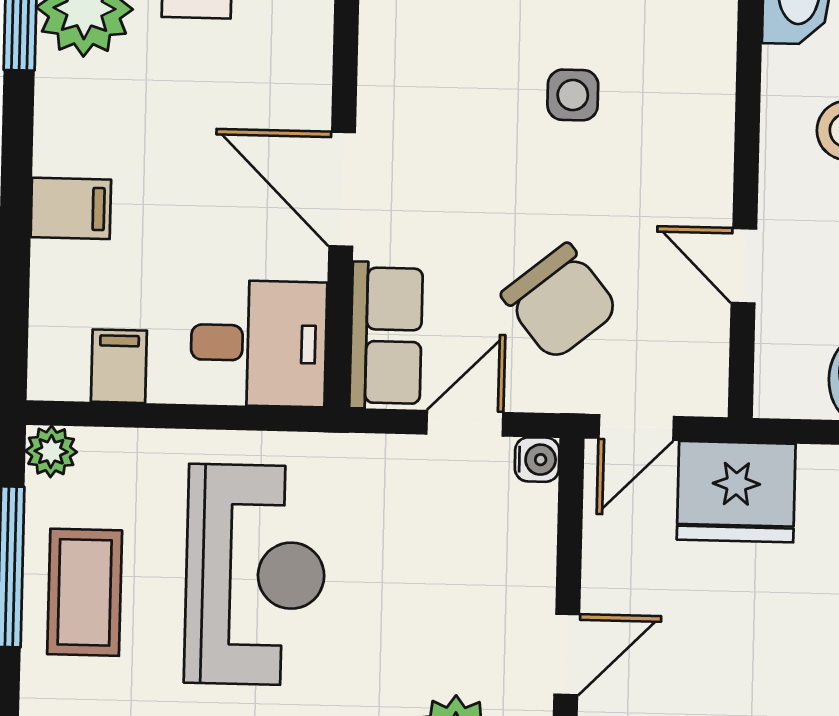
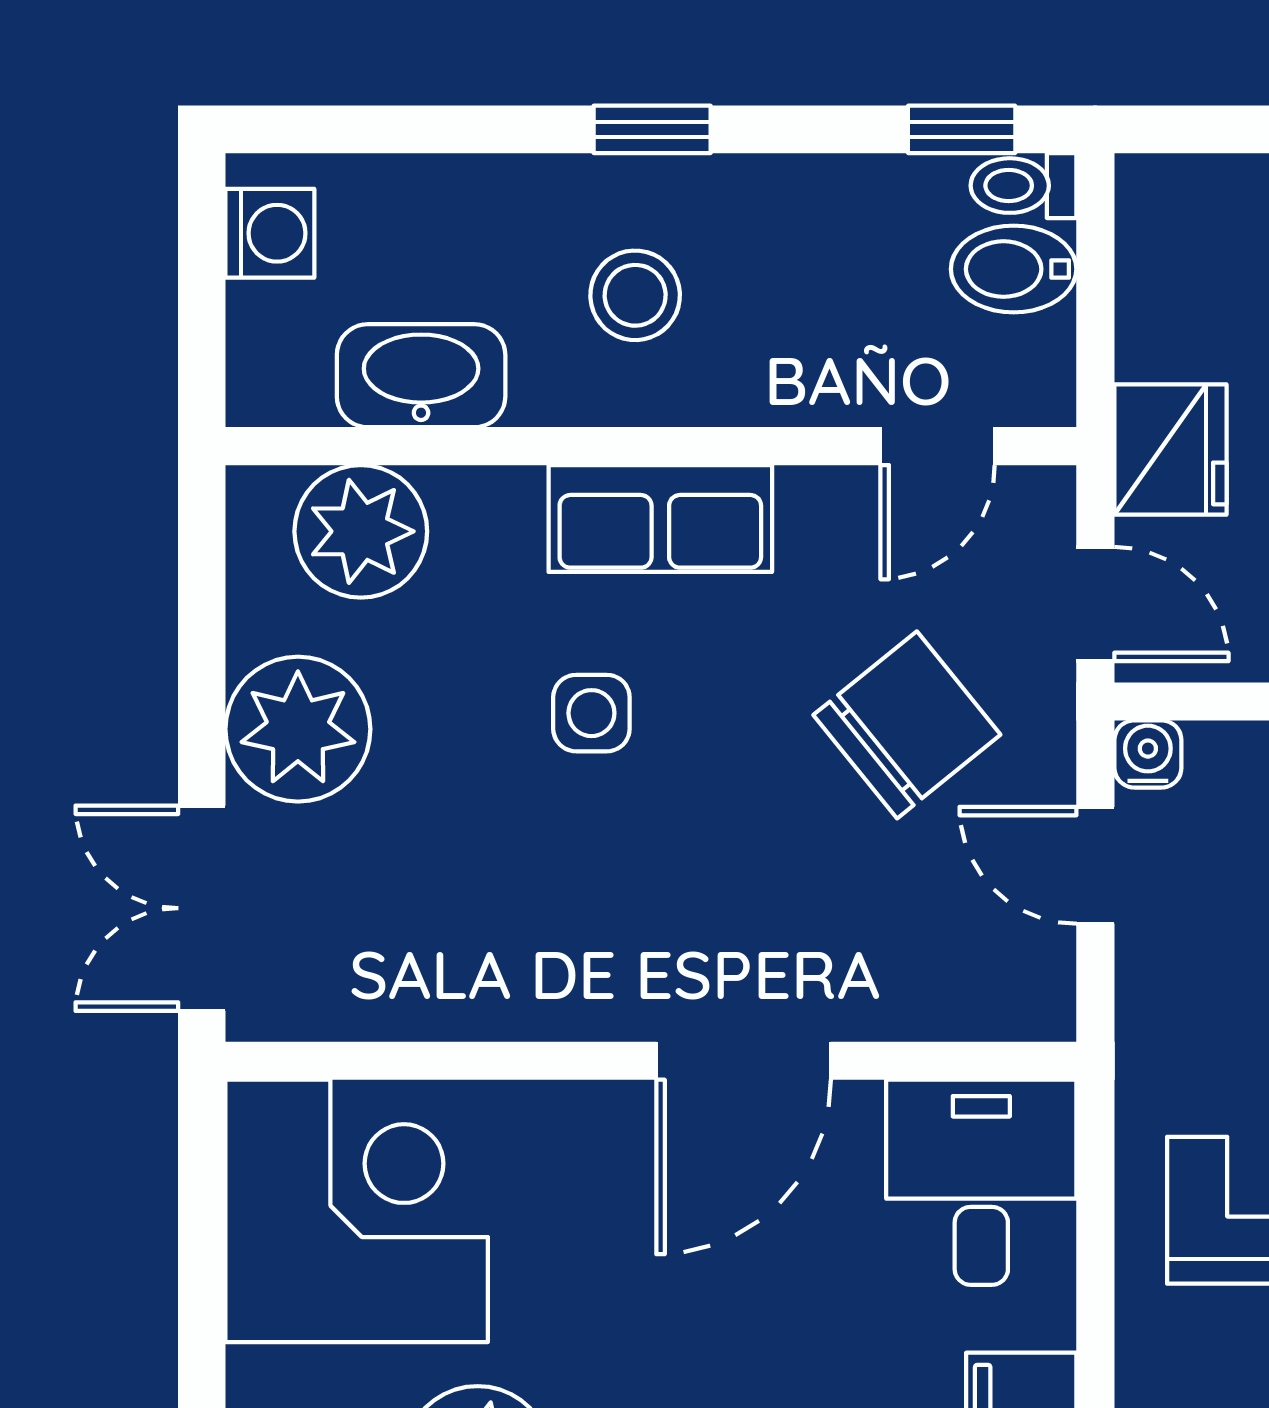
door: (744, 266) -> (938, 446), moved
row of seats: (386, 336) -> (660, 519), moved, turned 180
fridge: (736, 492) -> (1170, 450), width x0.73, depth x0.75

